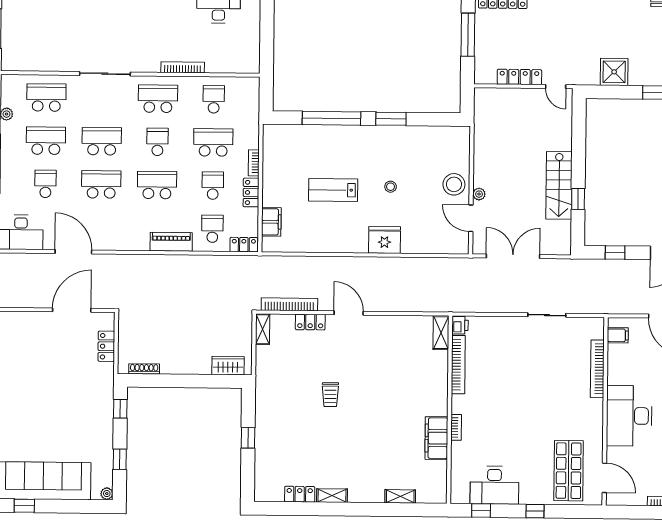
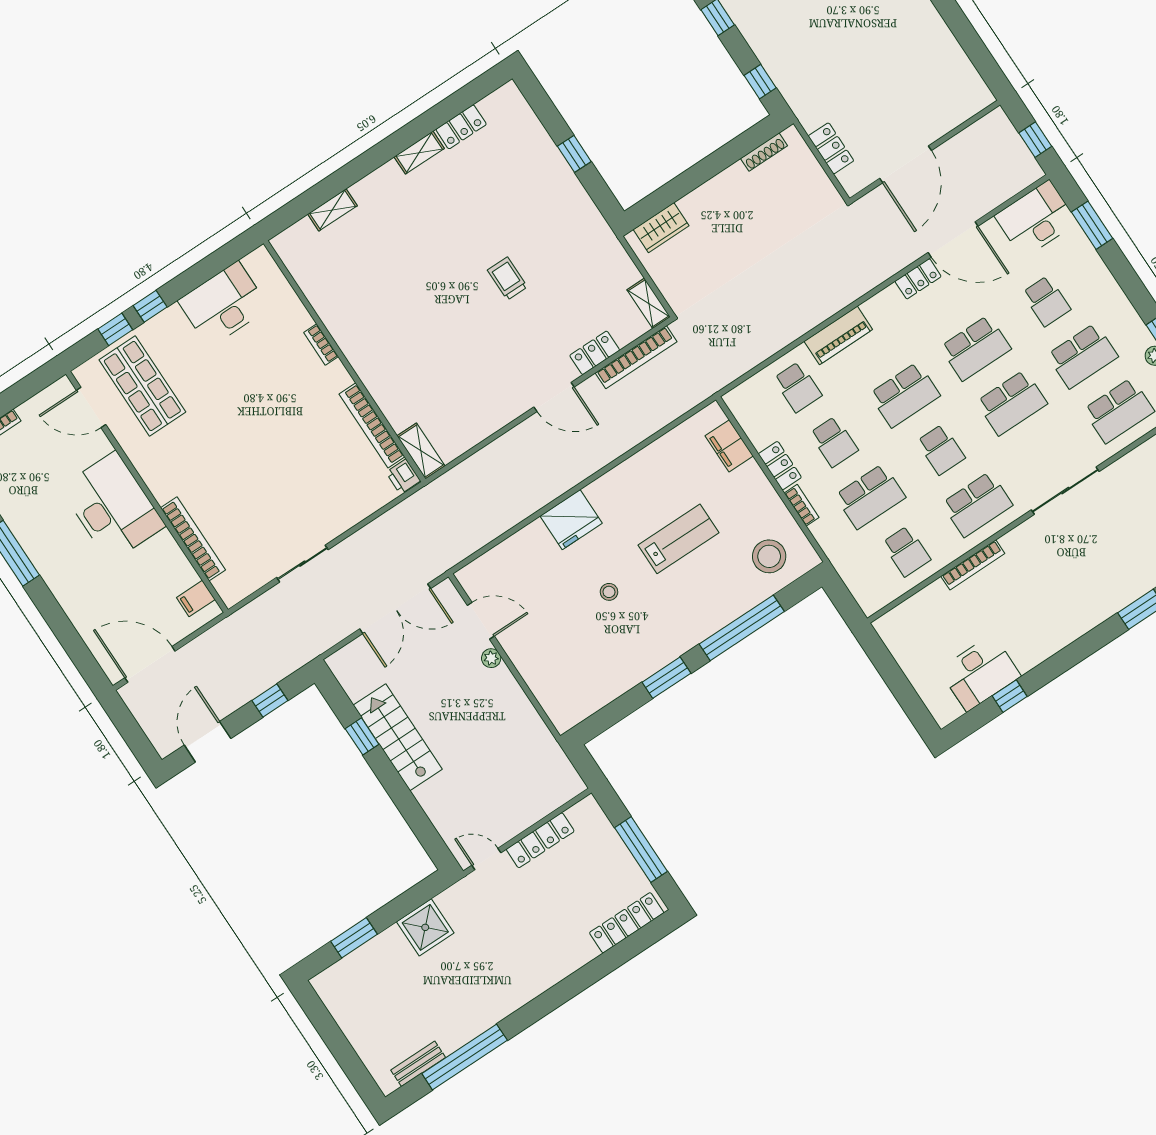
stool: (454, 184) -> (769, 556), moved
locker: (244, 245) -> (918, 279), moved
filing cabinet: (436, 438) -> (337, 314), removed
window: (481, 511) -> (115, 329), moved

